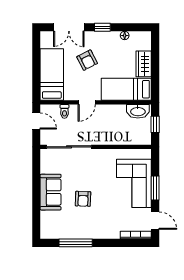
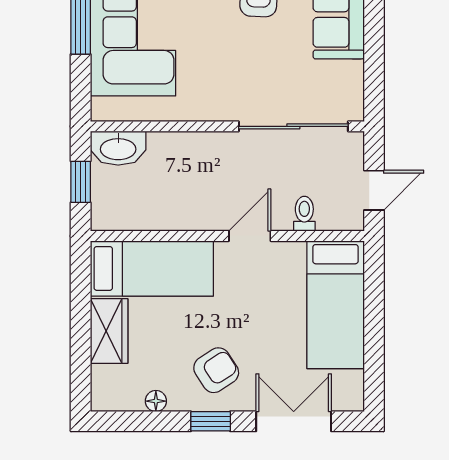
armchair: (87, 60) -> (216, 370), moved, turned 84
washbasin: (138, 111) -> (118, 148), moved, turned 180
door: (36, 121) -> (374, 190), swing flipped

